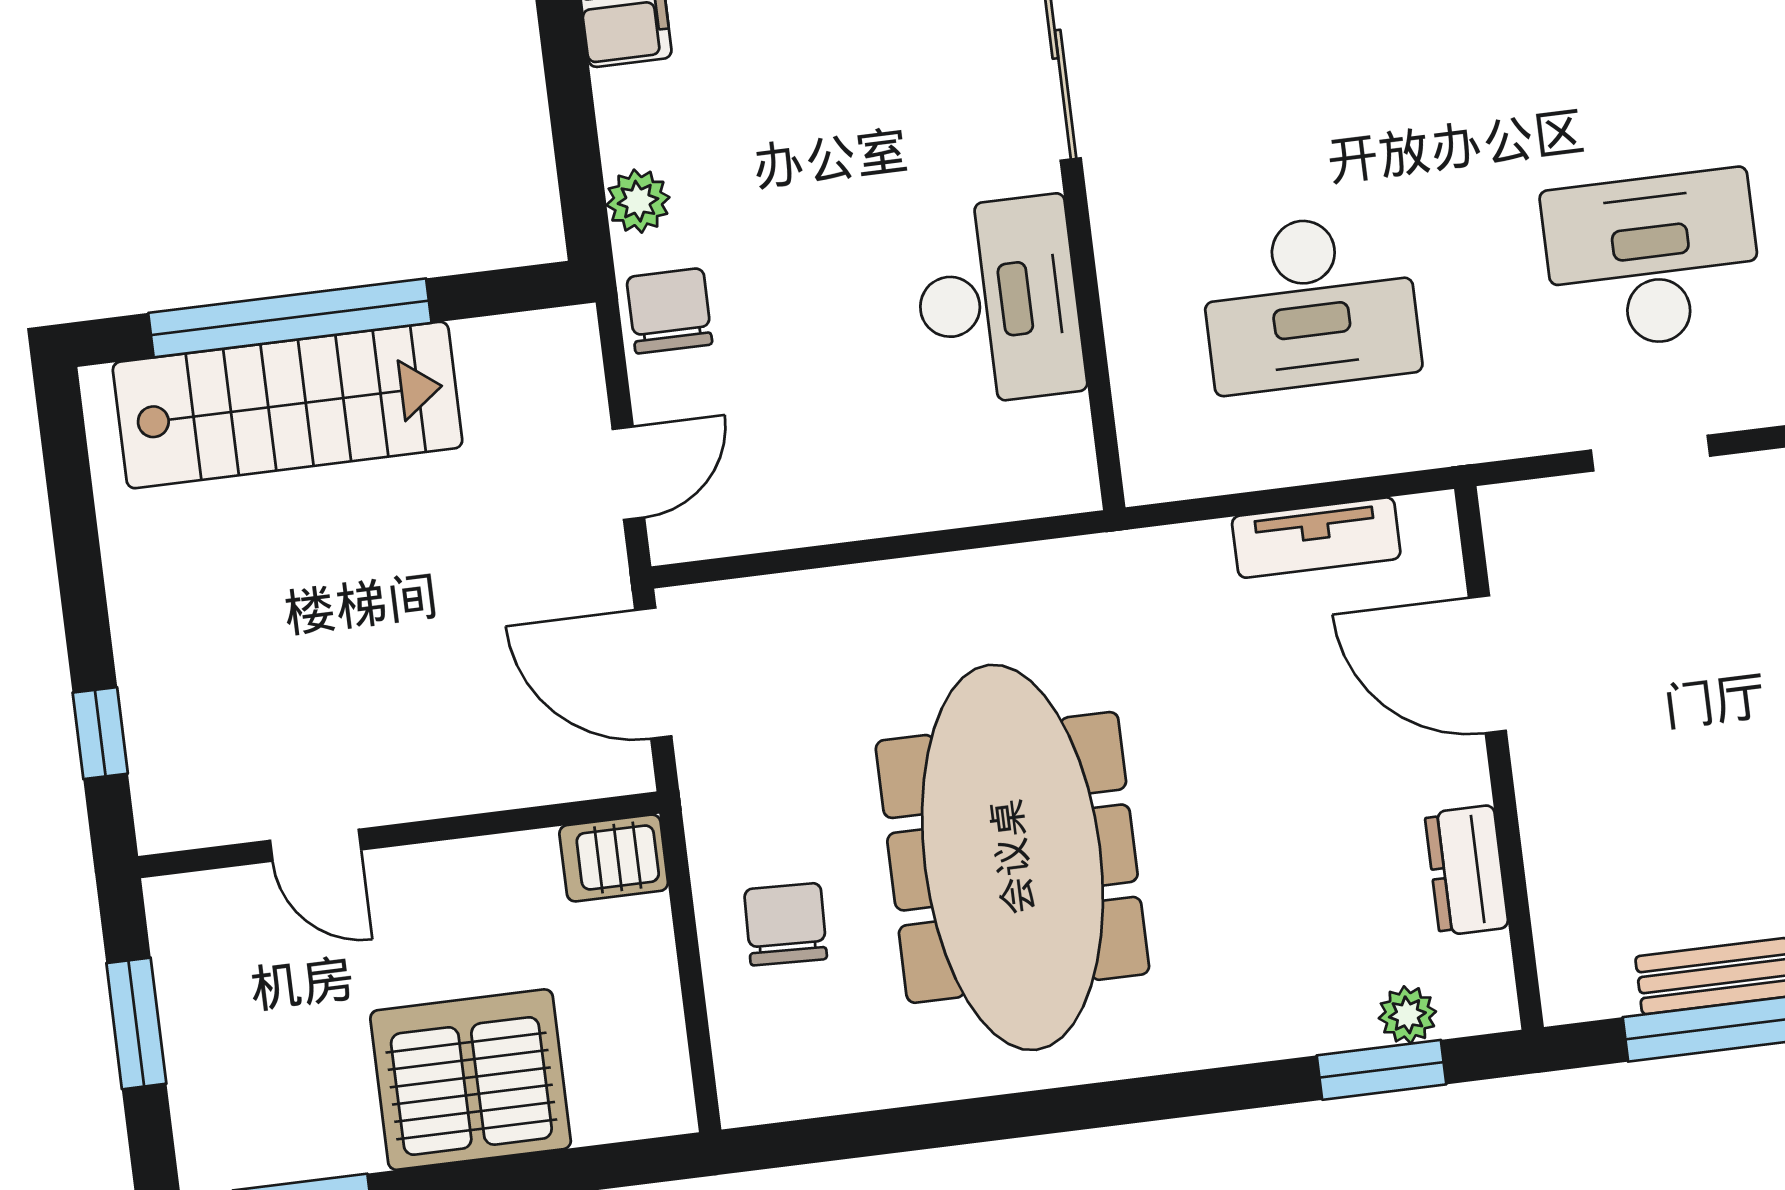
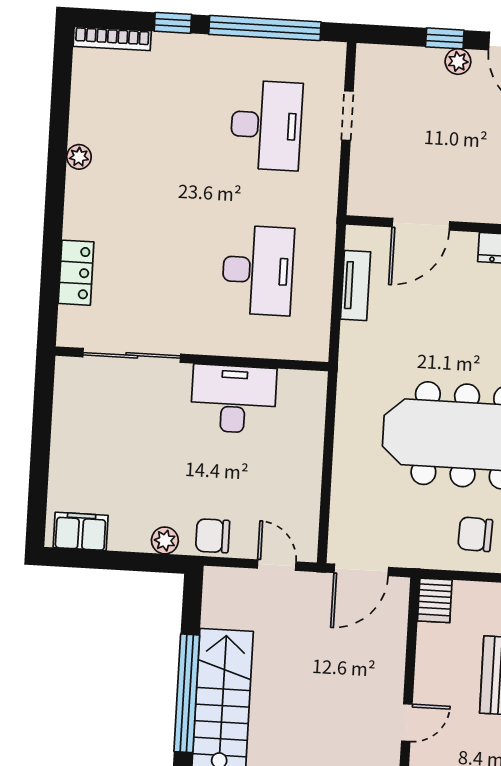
desk: (1653, 260) -> (266, 125), turned 180
doorway: (1651, 453) -> (347, 116), moved

